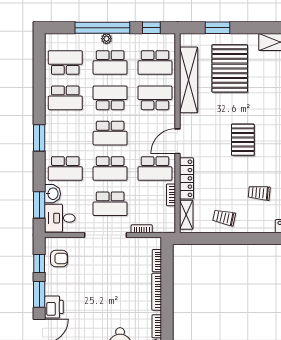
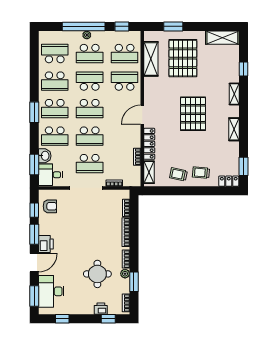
shelving: (189, 80) -> (151, 59), width x0.68
pallet: (243, 140) -> (193, 114), width x1.37, depth x1.41
school desk: (155, 168) -> (55, 109), moved
trolley: (259, 193) -> (201, 173), moved

